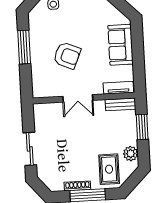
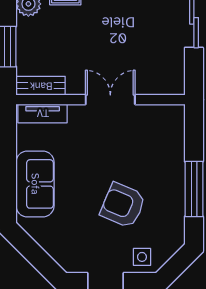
armchair: (67, 55) -> (123, 205), moved

